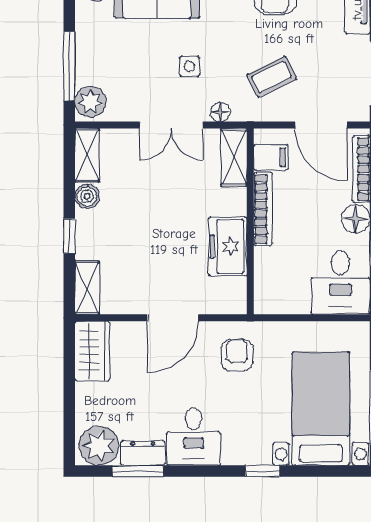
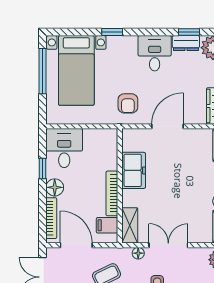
window: (138, 471) -> (189, 32), width x0.67

